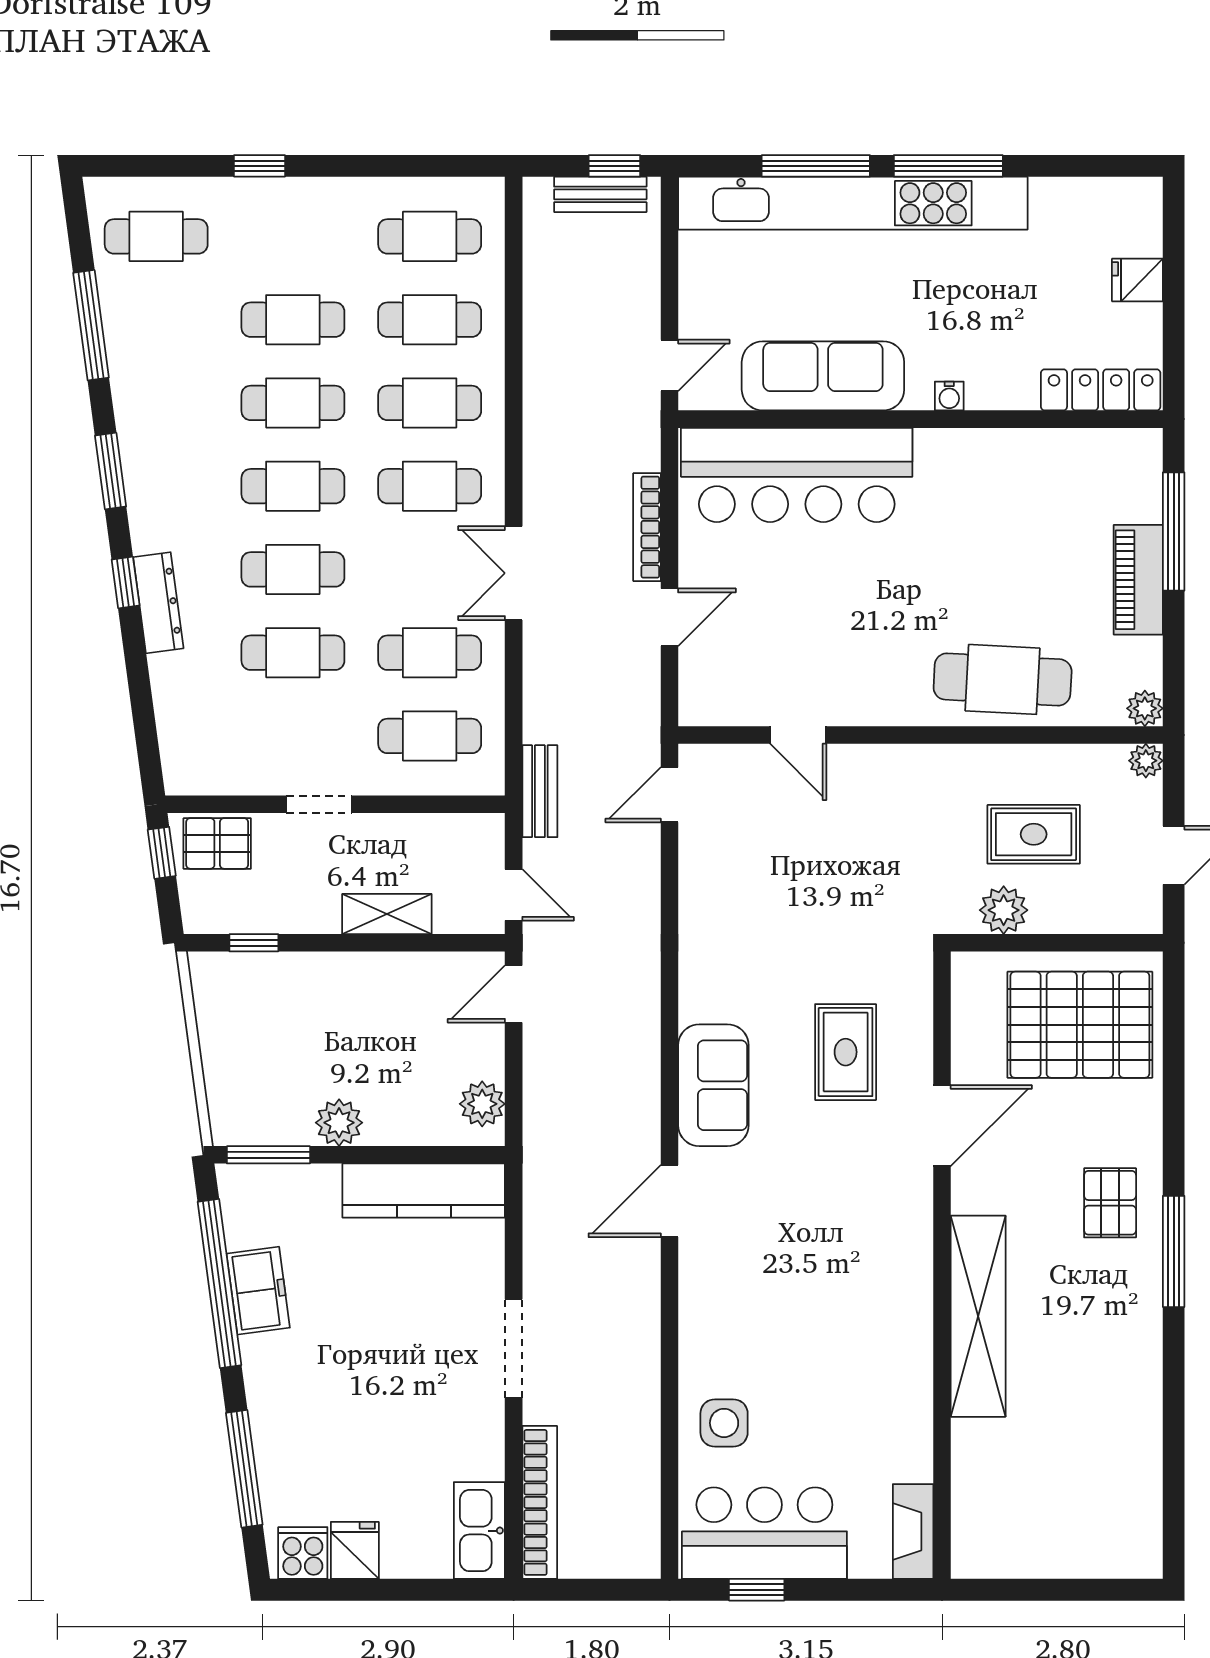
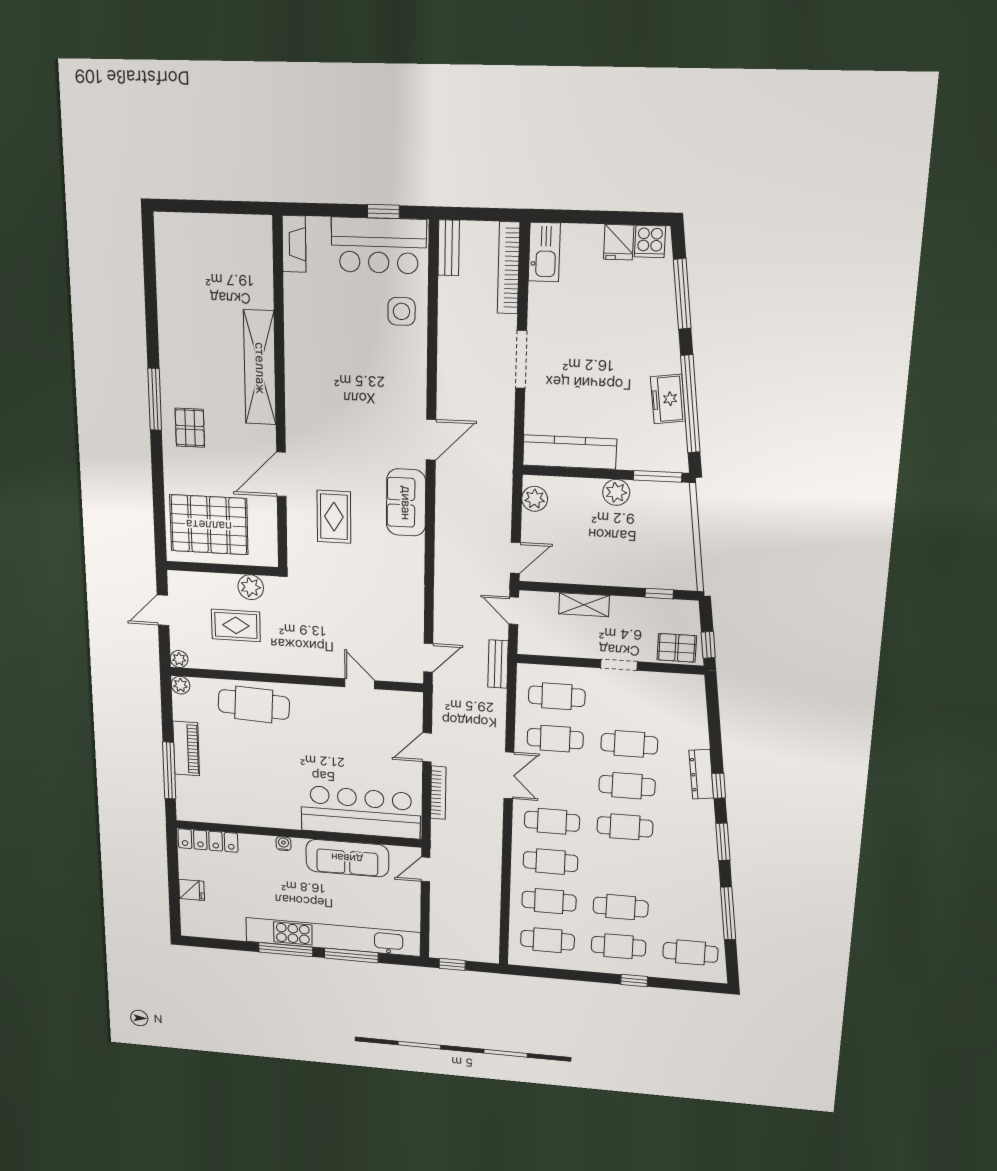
bench: (600, 194) -> (449, 248), moved, turned 90
cafe table: (293, 403) -> (619, 946), moved

